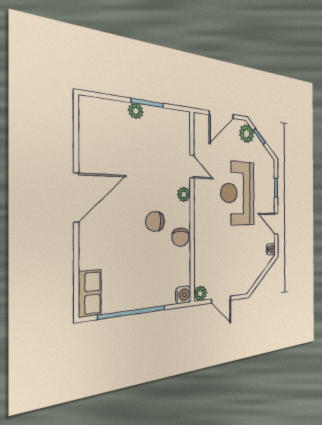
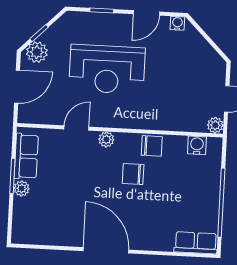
door: (221, 115) -> (17, 87), hinge flipped
row of seats: (166, 118) -> (26, 156), added
chair: (155, 221) -> (133, 174), turned 90
water cooler: (183, 295) -> (197, 145), moved

